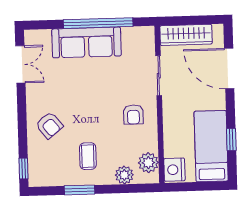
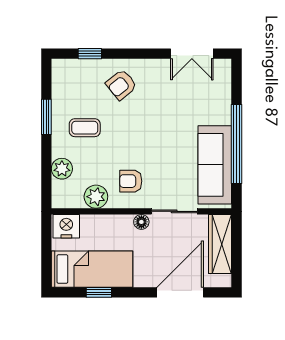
sofa: (87, 42) -> (215, 165), moved
floor lamp: (169, 104) -> (141, 222), added
plant: (148, 163) -> (96, 197), moved
window: (23, 169) -> (90, 54), moved

